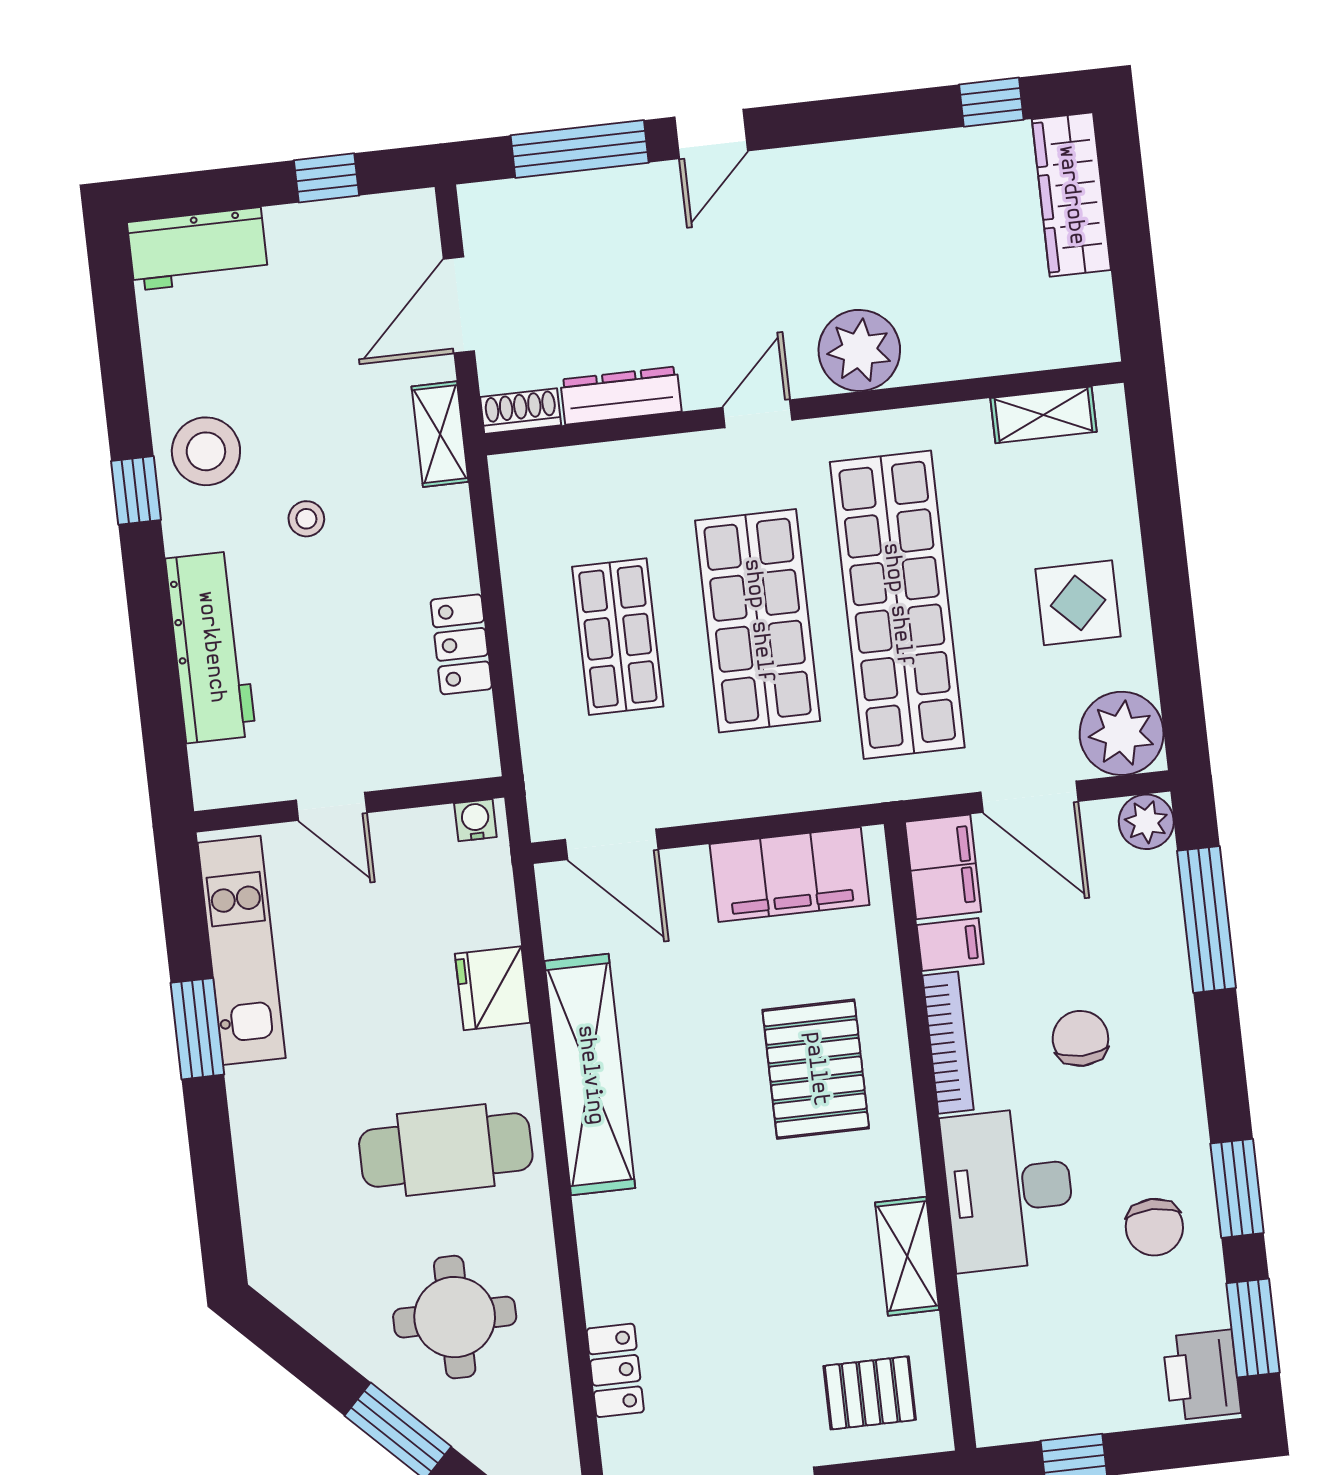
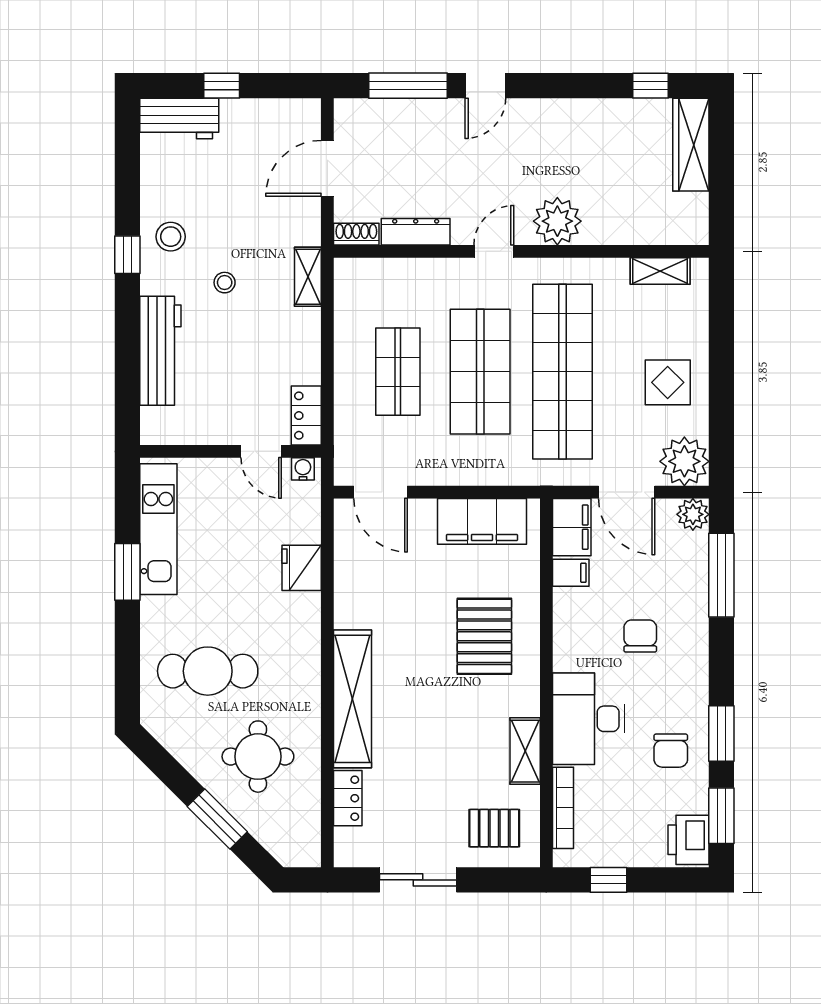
window: (326, 178) -> (222, 86), moved
shelving: (440, 434) -> (308, 277), moved
stool: (206, 451) -> (171, 237), width x0.73, depth x0.73
locker: (461, 644) -> (306, 416), moved
door: (331, 806) -> (261, 451), moved
bookcase: (948, 1043) -> (563, 808), moved
shelving: (590, 1075) -> (353, 699), moved
cafe table: (446, 1150) -> (208, 671), moved

